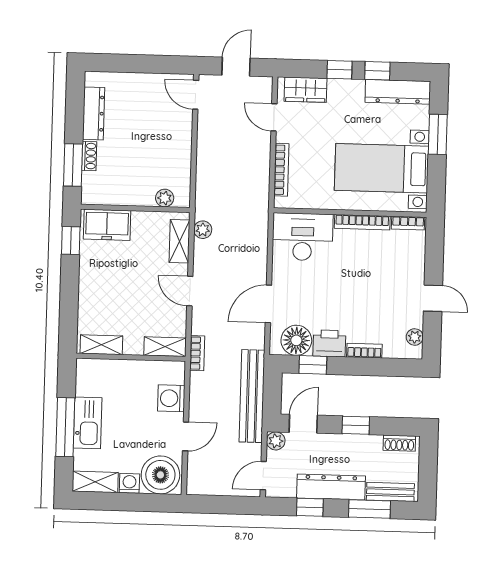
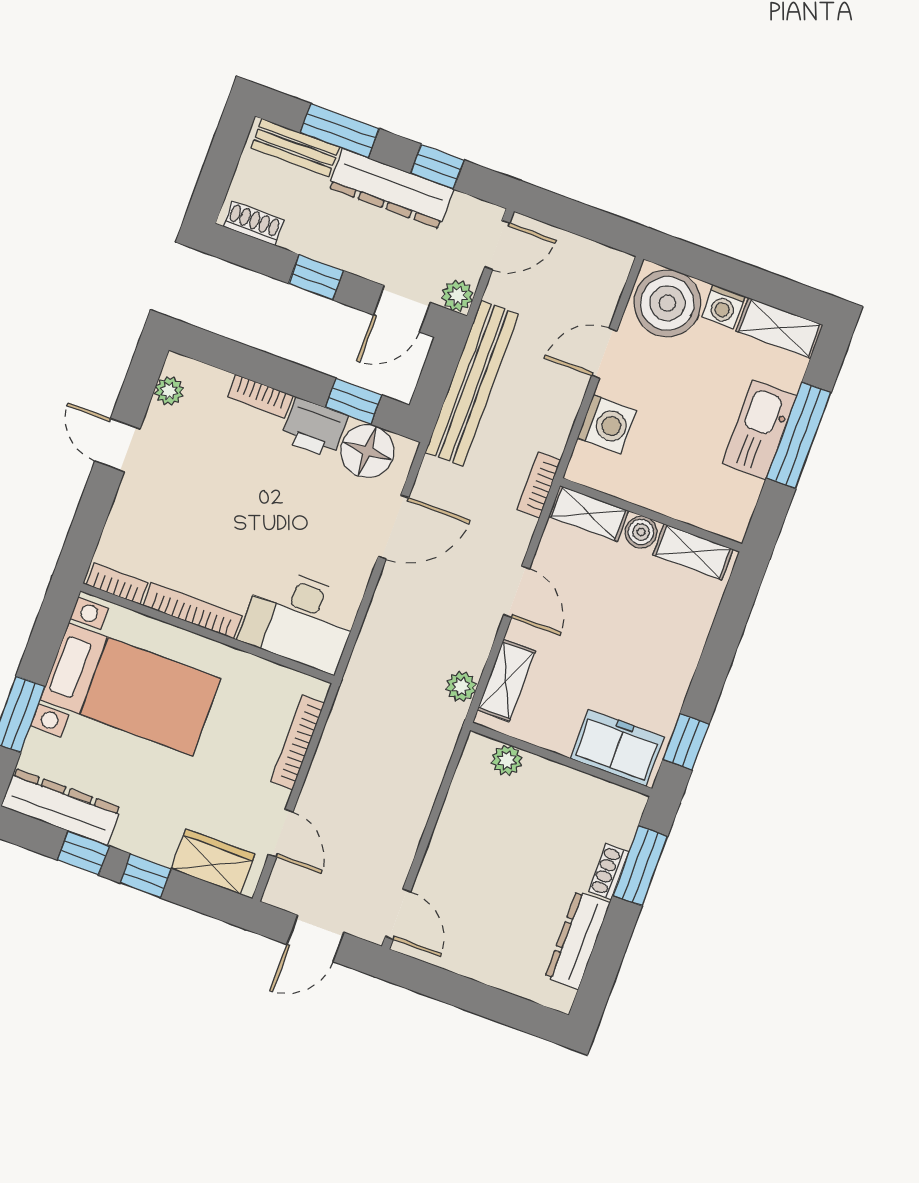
boiler: (133, 346) -> (641, 532), added

